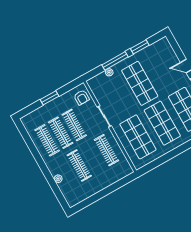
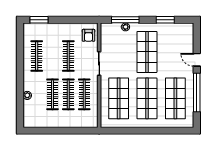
window: (115, 61) -> (125, 20), moved
window: (50, 98) -> (39, 20), moved
clothes rail: (61, 133) -> (68, 94), moved

